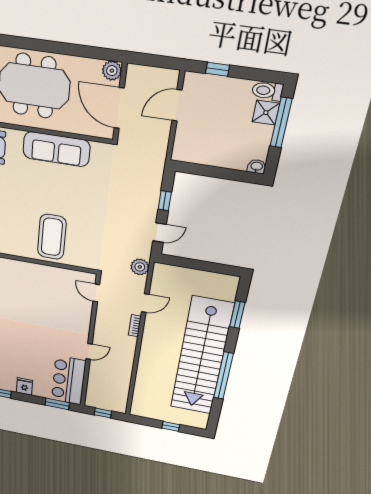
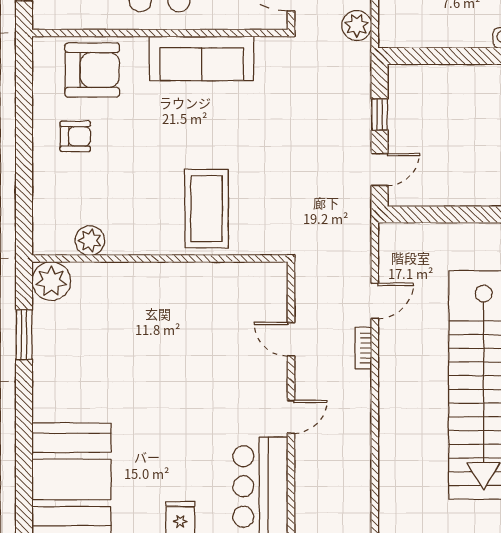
plant: (140, 267) -> (357, 26), moved
door: (96, 293) -> (291, 339), moved

